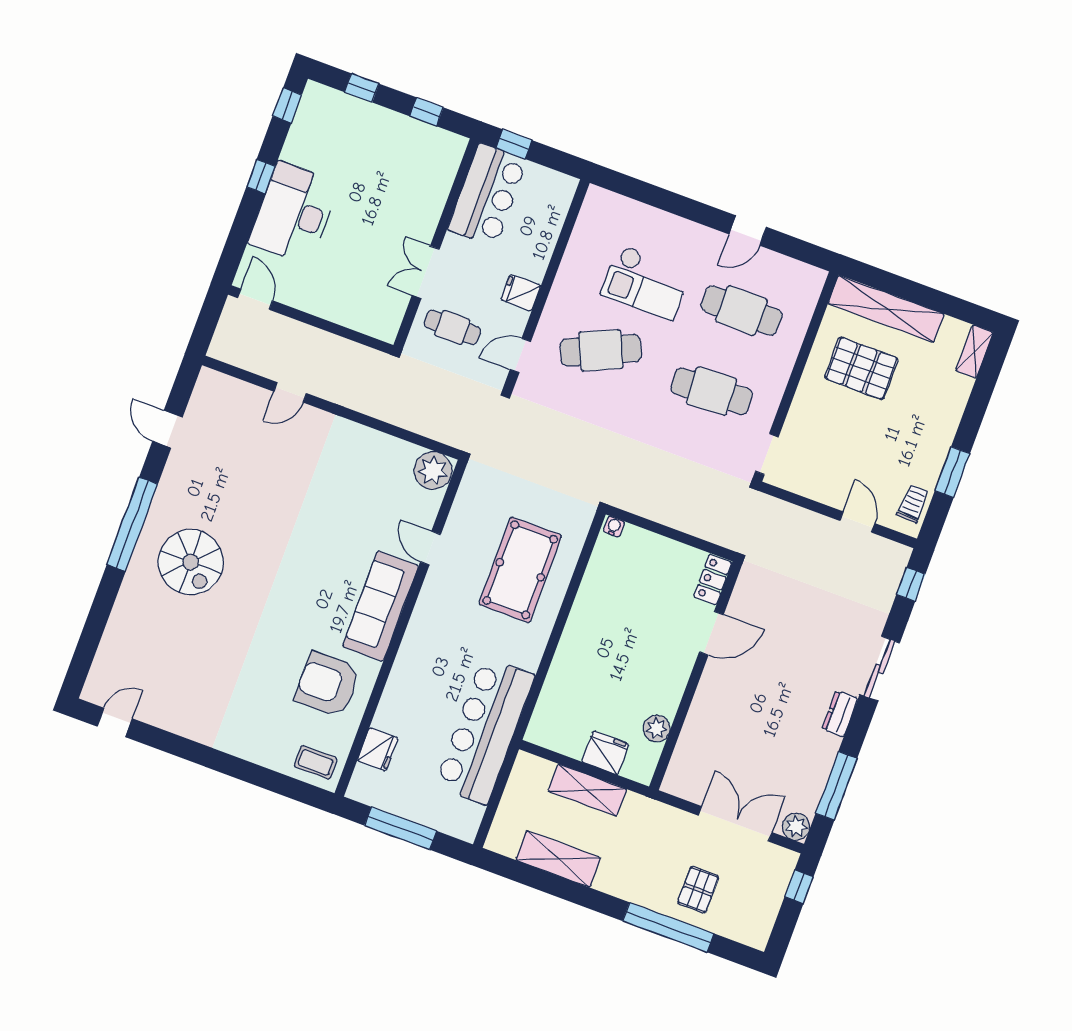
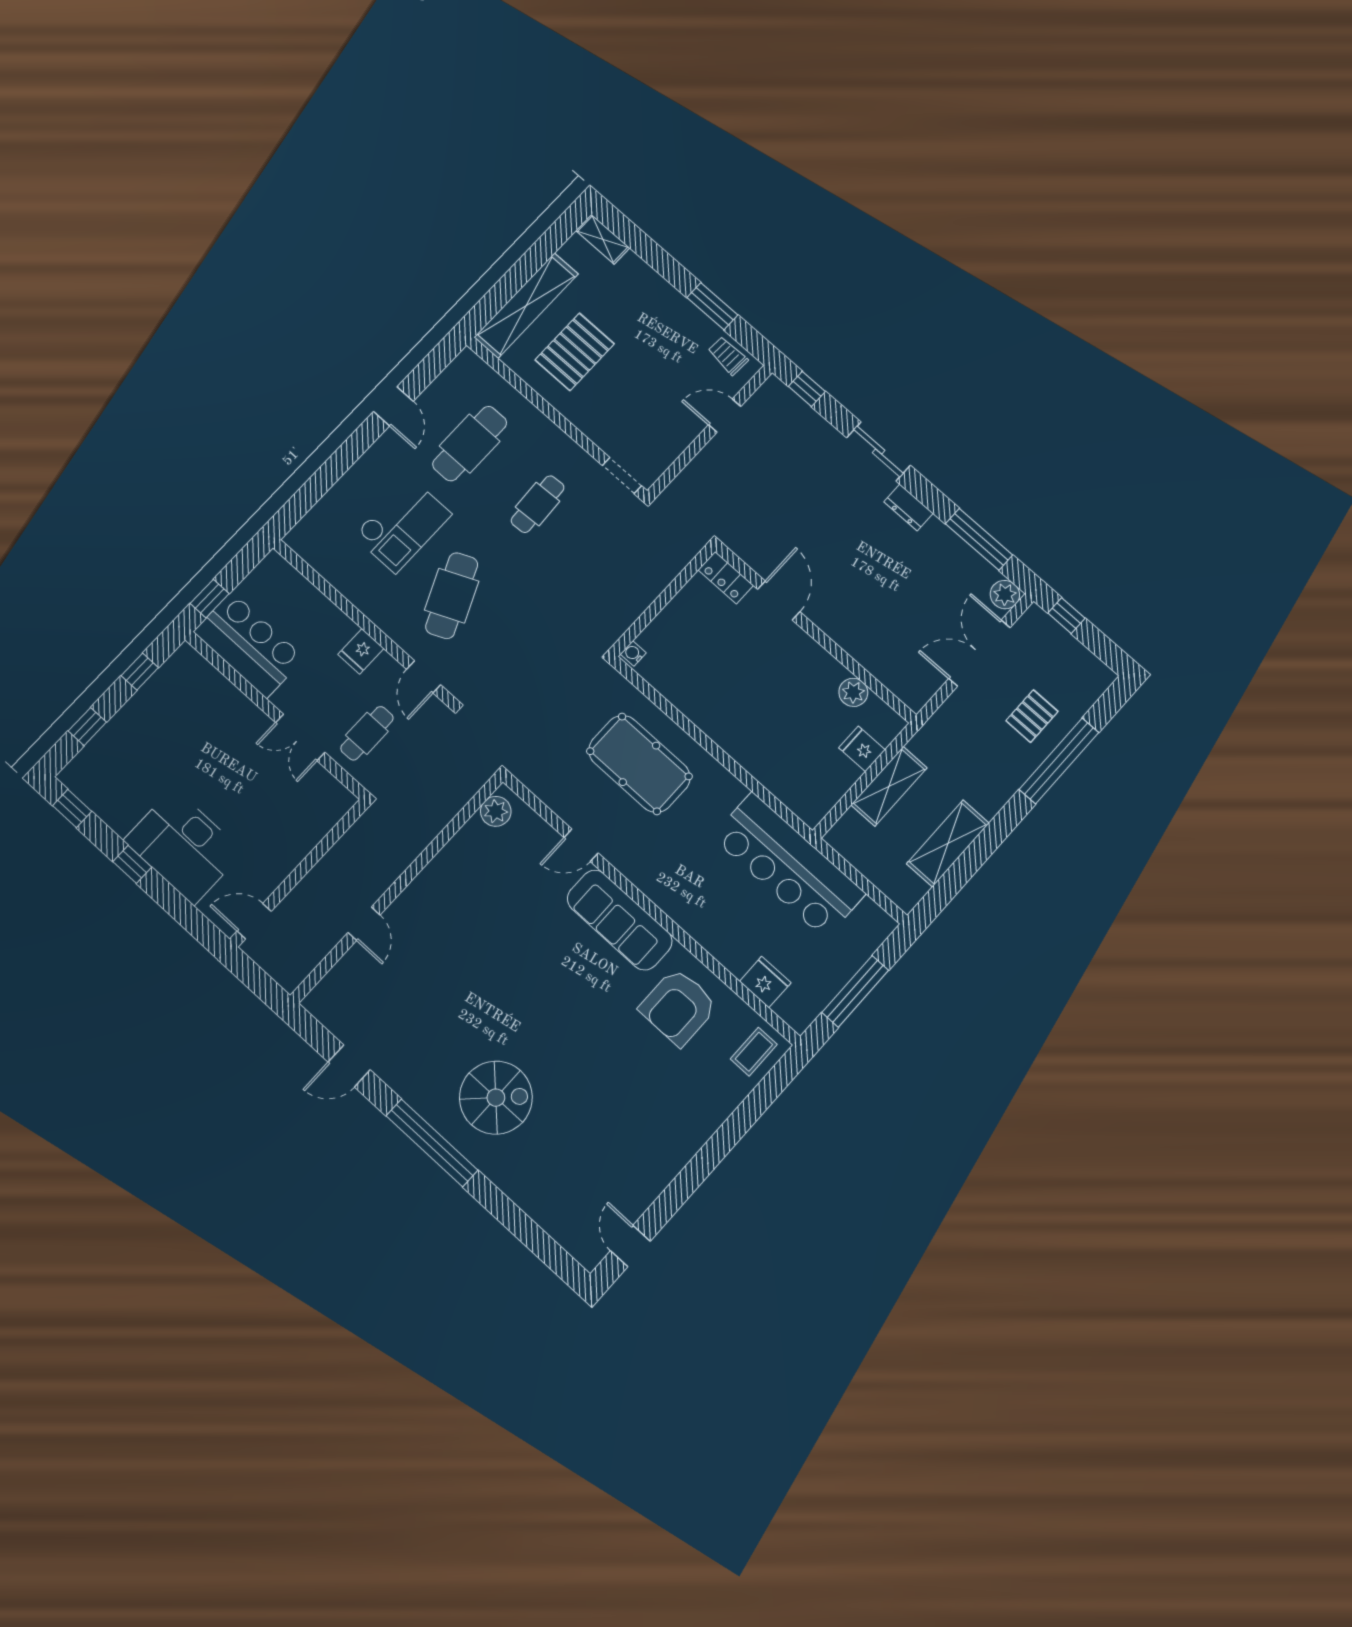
cafe table: (712, 391) -> (538, 504), width x0.73, depth x0.74
plant: (433, 471) -> (496, 811), width x0.73, depth x0.73
fridge: (605, 753) -> (862, 749), width x0.72
pallet: (698, 890) -> (1032, 716), turned 90

